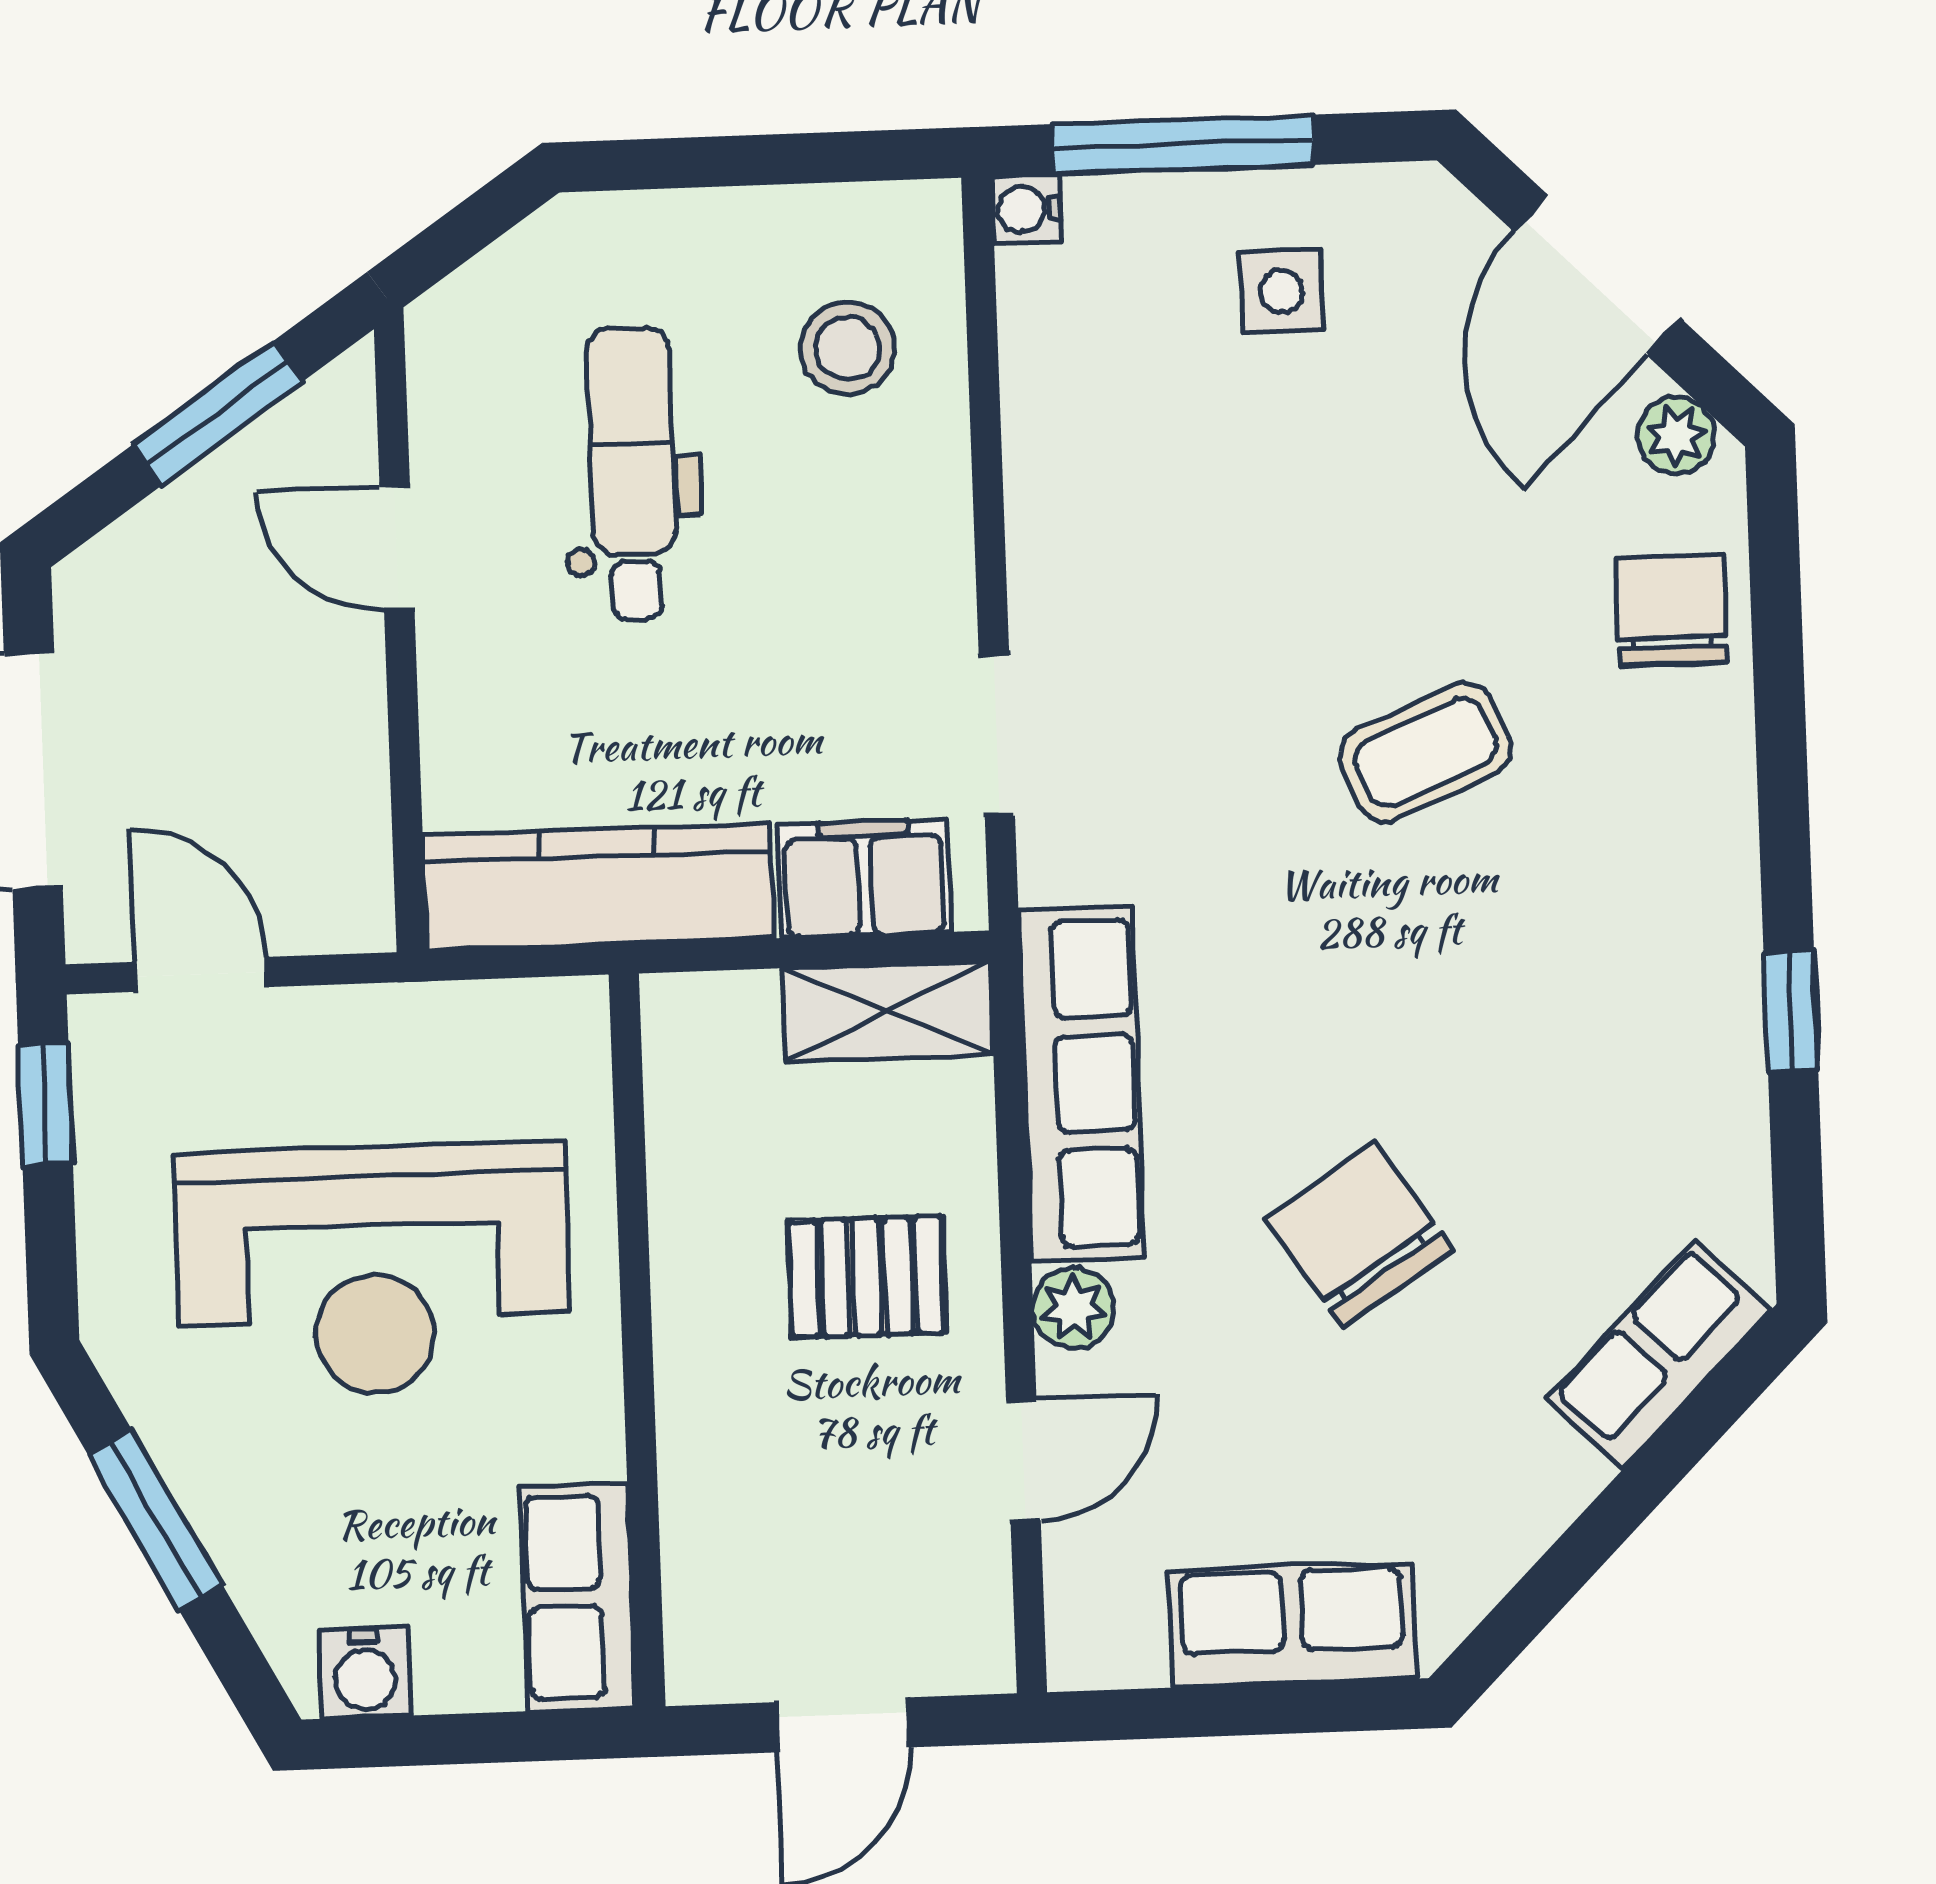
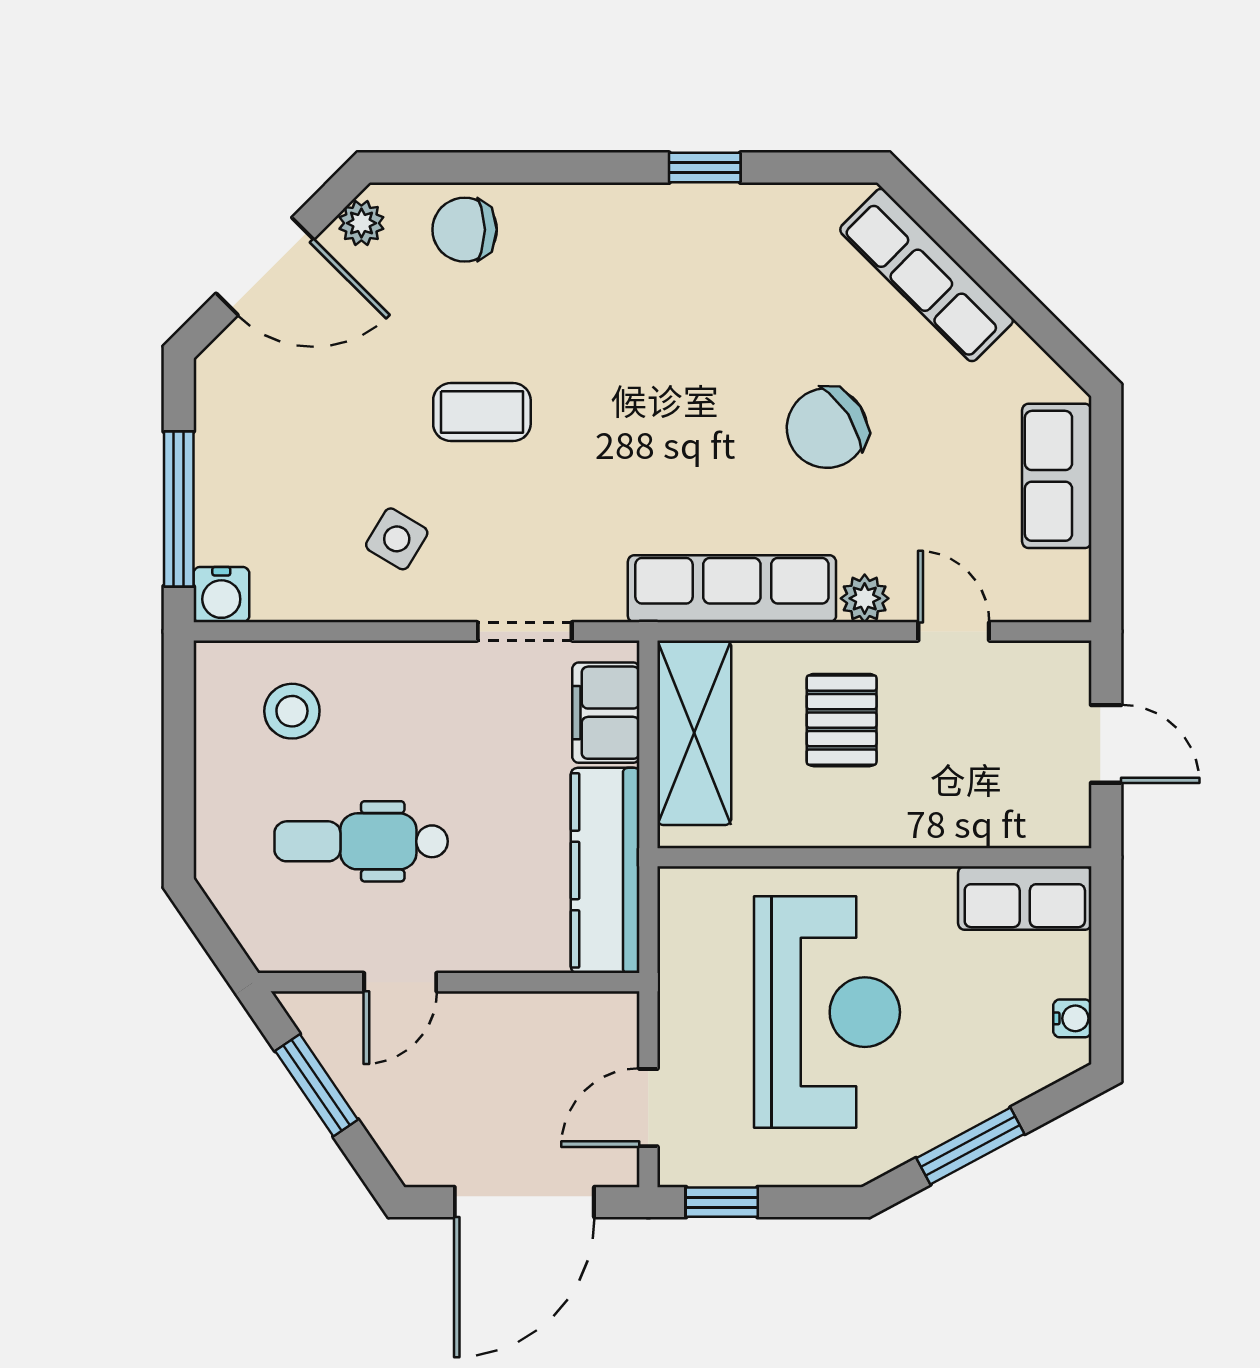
water cooler: (1027, 209) -> (221, 595), width x1.38, depth x1.38
side table: (1282, 291) -> (397, 539), moved, turned 31
coffee table: (1426, 752) -> (482, 412), moved, turned -67
shelving: (888, 1011) -> (694, 733), width x1.50, depth x1.33
row of seats: (1659, 1355) -> (927, 275), width x1.48
water cooler: (365, 1673) -> (1072, 1018), width x0.72, depth x0.72

